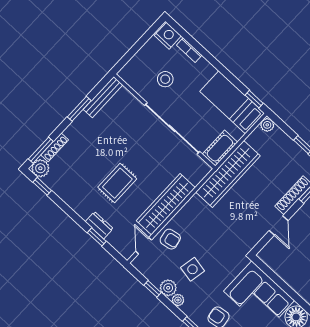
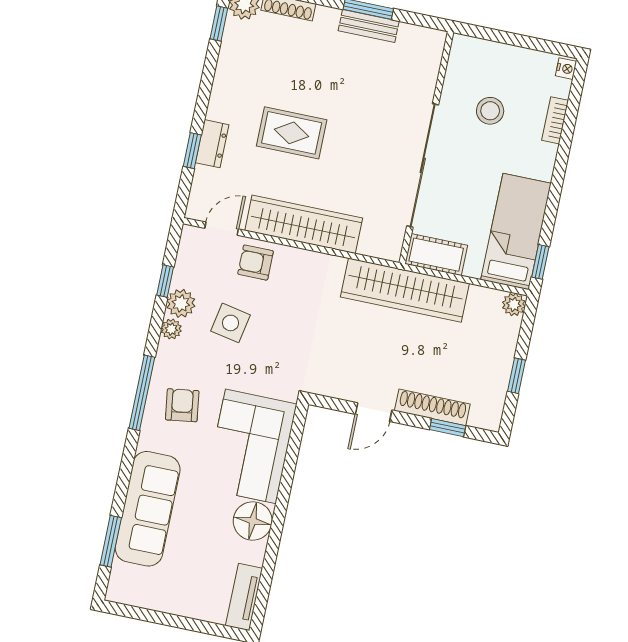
nightstand: (168, 36) -> (566, 69), width x0.53, depth x0.56
bench: (103, 97) -> (369, 26), moved, width x0.73
armchair: (170, 239) -> (256, 263), turned 101

